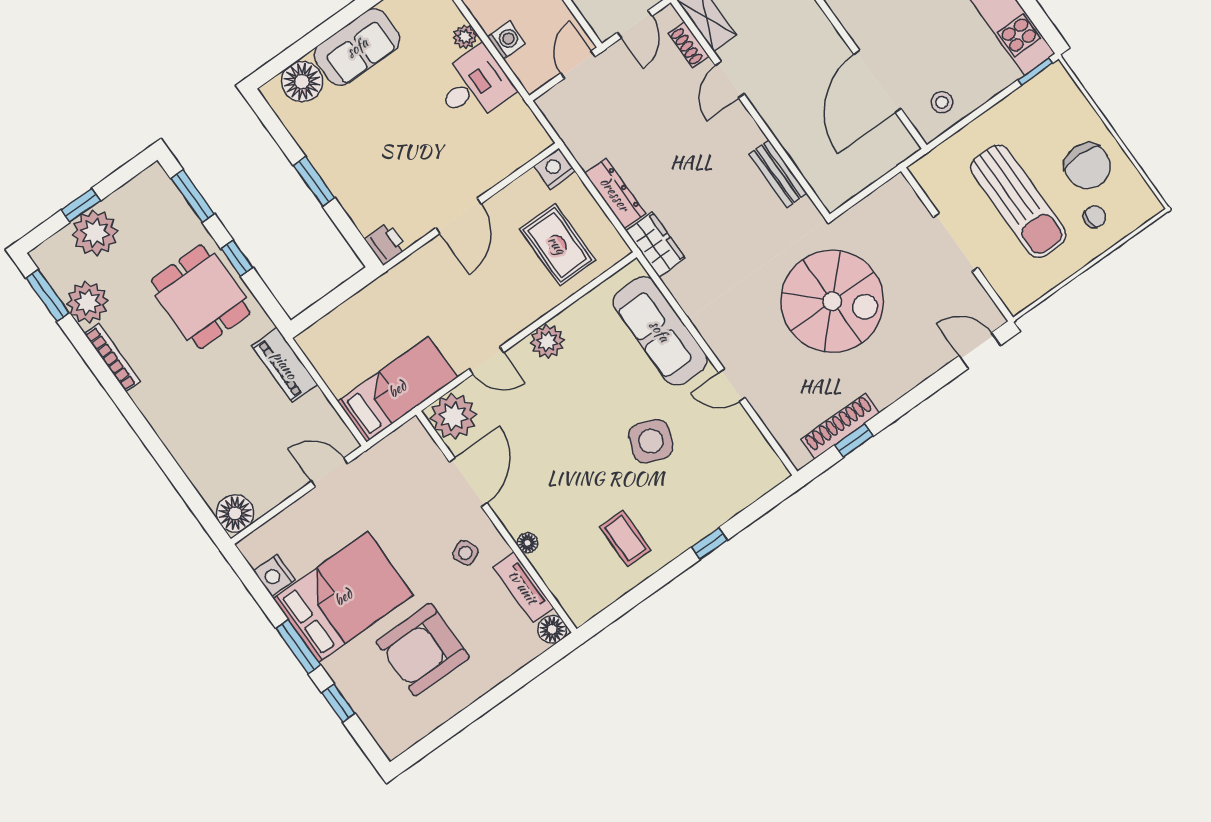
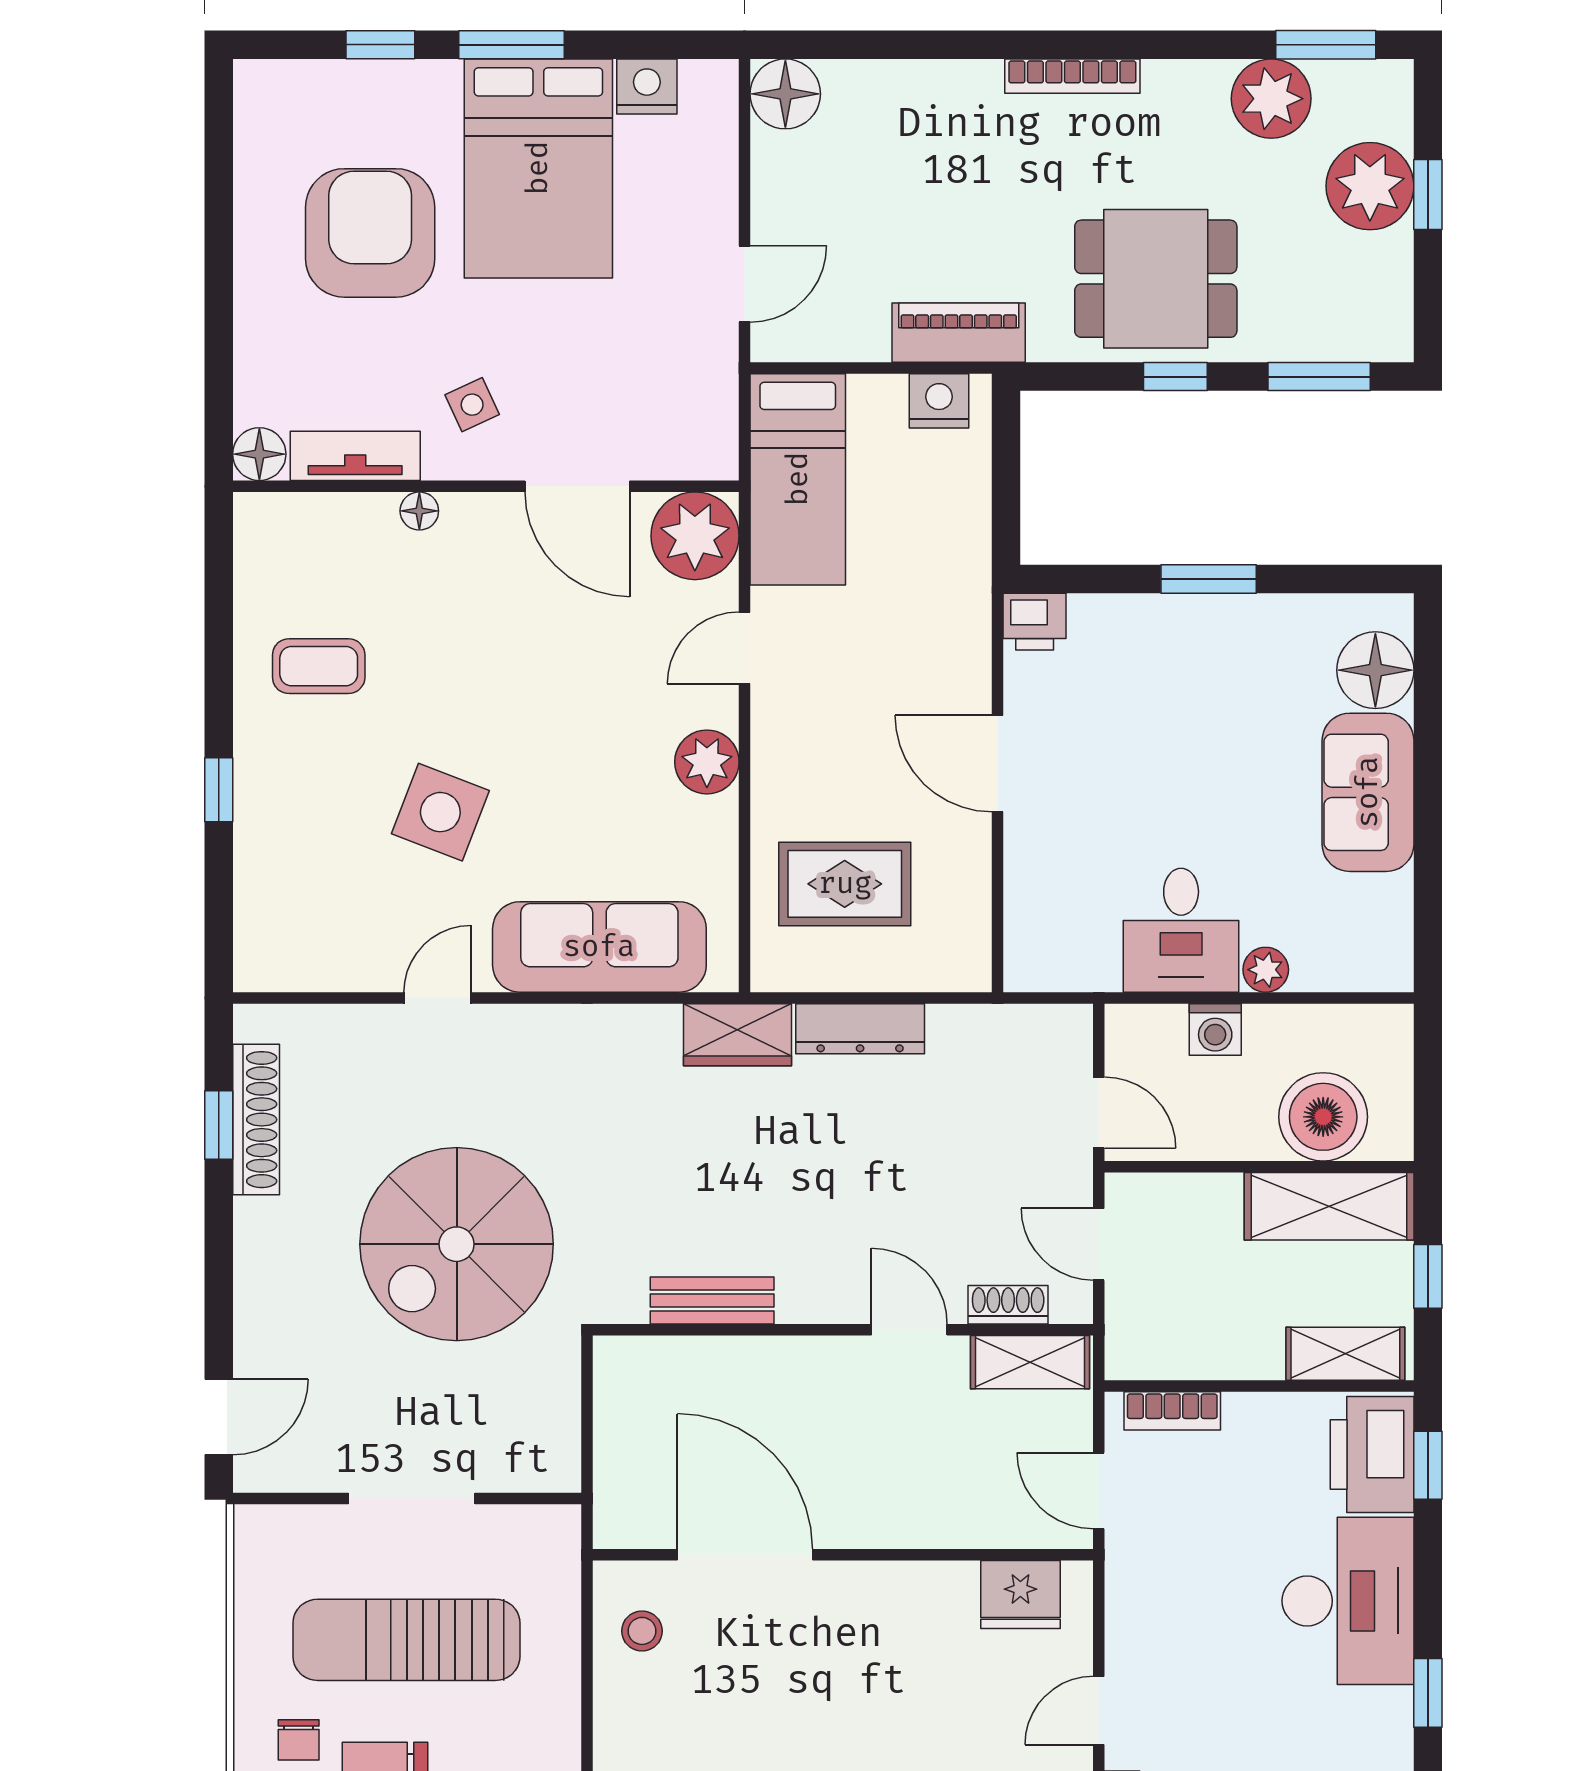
nightstand: (555, 169) -> (939, 401), moved, turned -90
bookcase: (112, 357) -> (1072, 76), moved

